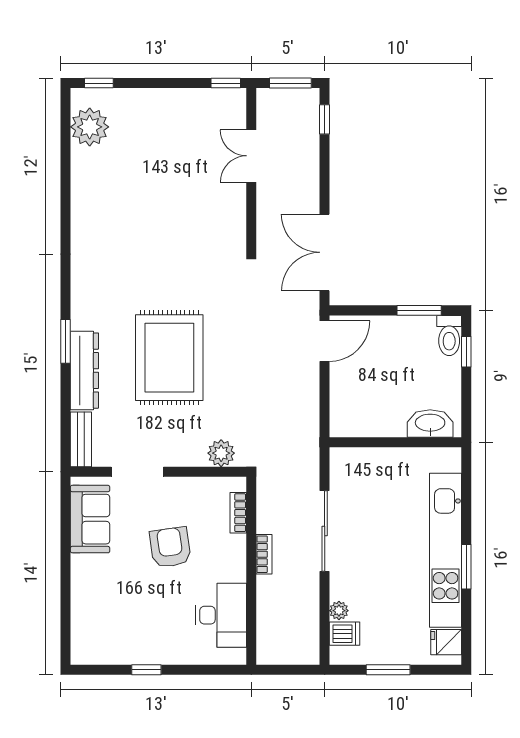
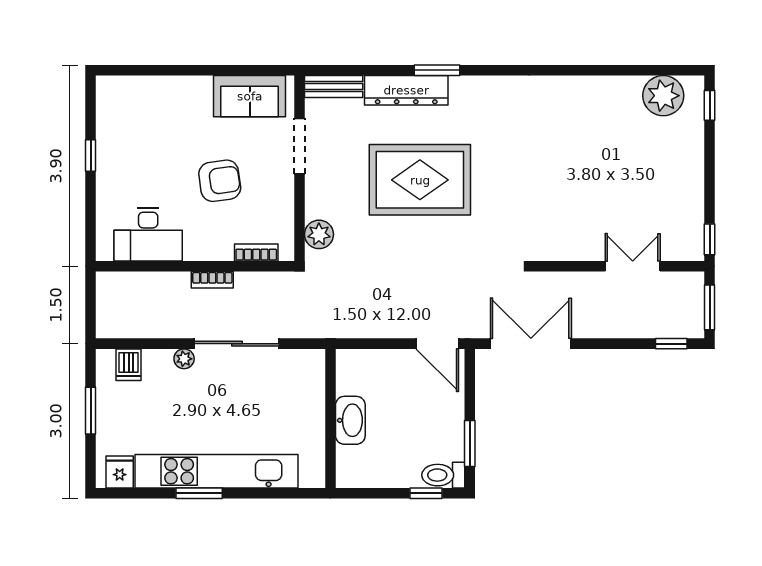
washbasin: (430, 424) -> (350, 420), moved
plant: (339, 611) -> (184, 359), moved

